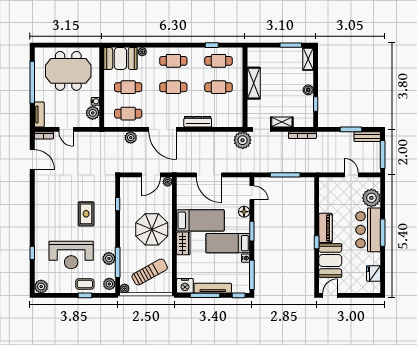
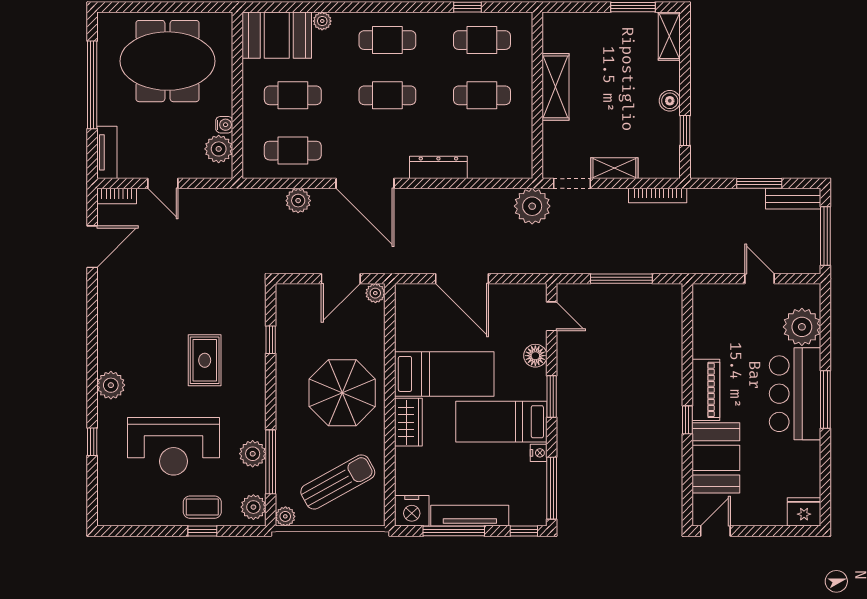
door: (32, 160) -> (92, 247), hinge flipped
fridge: (374, 273) -> (804, 512), moved, turned 90
plant: (41, 286) -> (111, 385), moved

